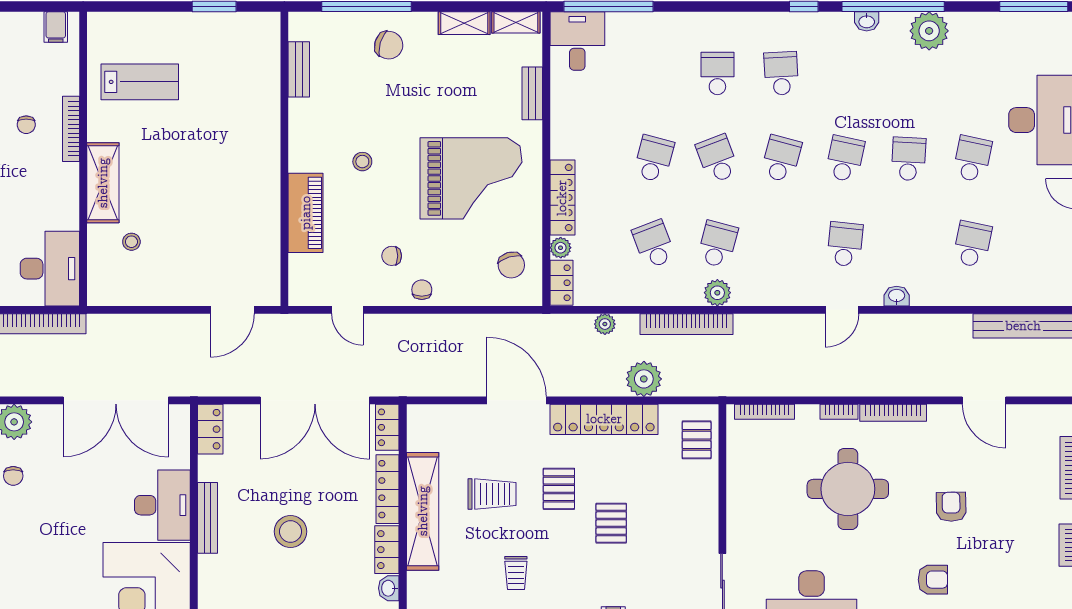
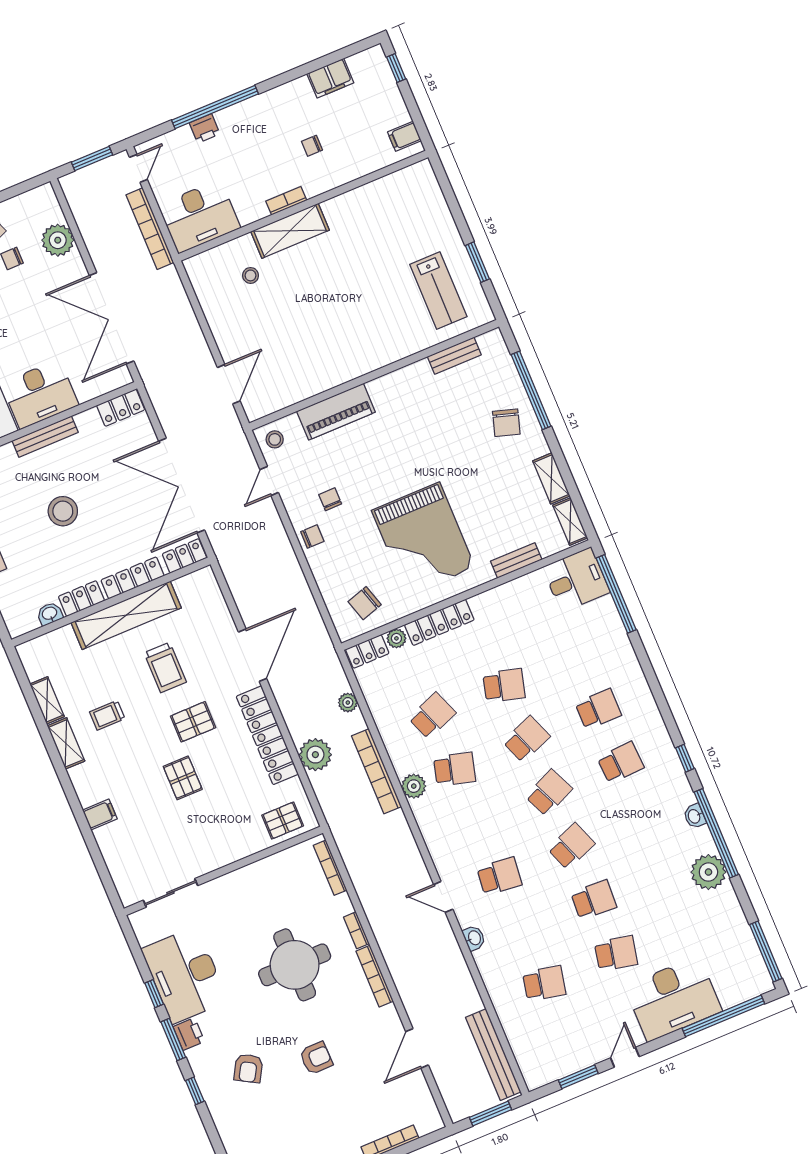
lab bench: (140, 82) -> (438, 291), moved
bookcase: (71, 129) -> (286, 201), moved, width x0.64
school desk: (781, 159) -> (549, 793), turned -39
school desk: (845, 159) -> (571, 846), turned -33
stool: (362, 162) -> (275, 439), moved
door: (232, 310) -> (229, 384), swing flipped
pallet: (611, 523) -> (183, 778), turned 90
armchair: (933, 580) -> (248, 1068), turned 30

